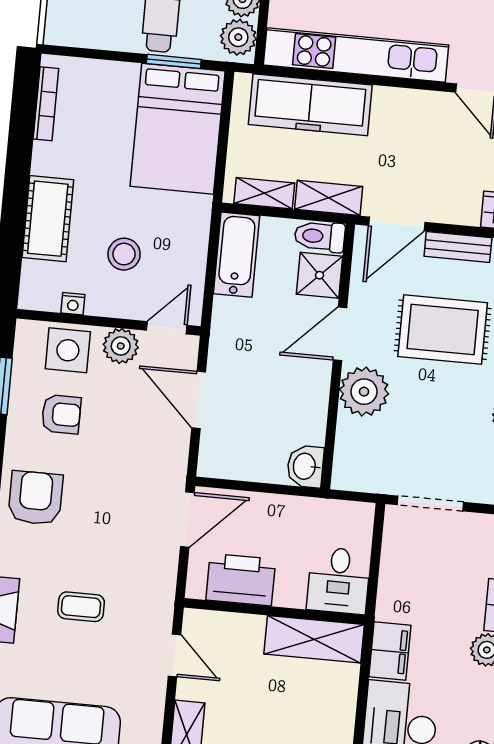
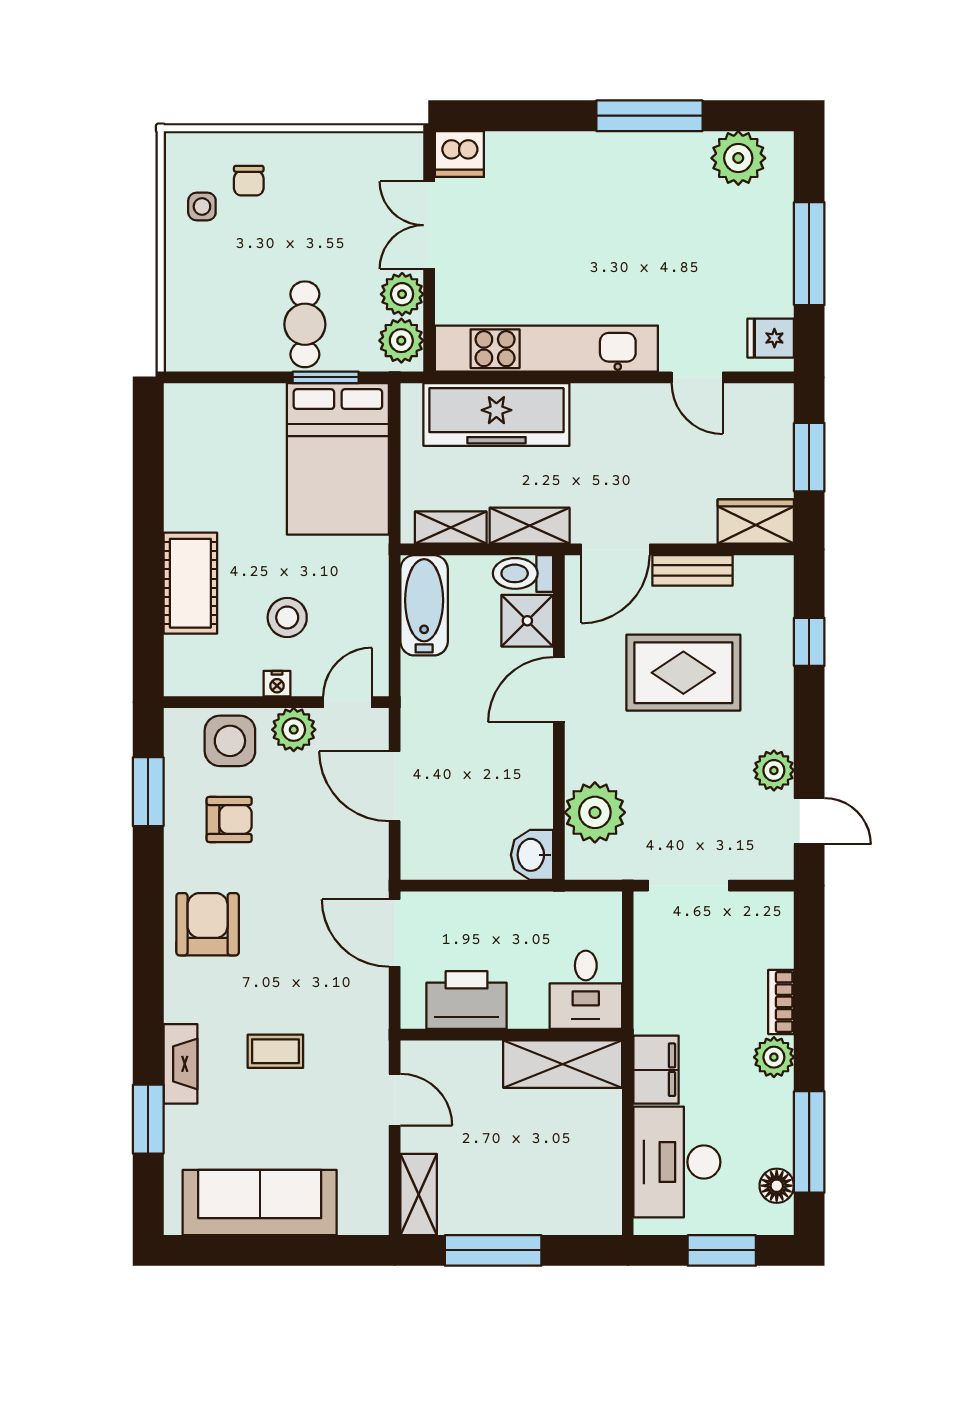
bookcase: (46, 104) -> (175, 444), removed
nightstand: (73, 304) -> (277, 684), moved
plant: (364, 392) -> (595, 812), moved
door: (187, 520) -> (395, 933), swing flipped

